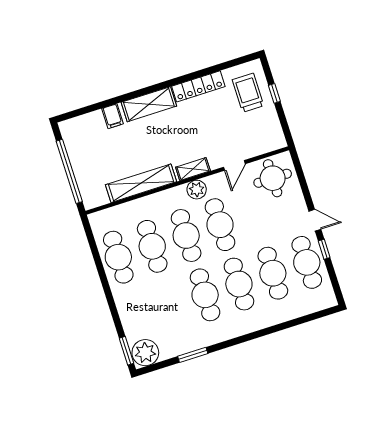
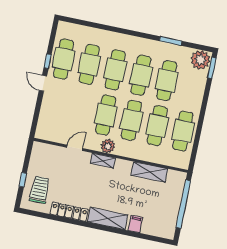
trolley: (248, 93) -> (40, 190), turned 180
round table: (273, 178) -> (55, 126), removed
shelving: (141, 183) -> (149, 172), width x0.68
cafe table: (171, 306) -> (167, 81), added

